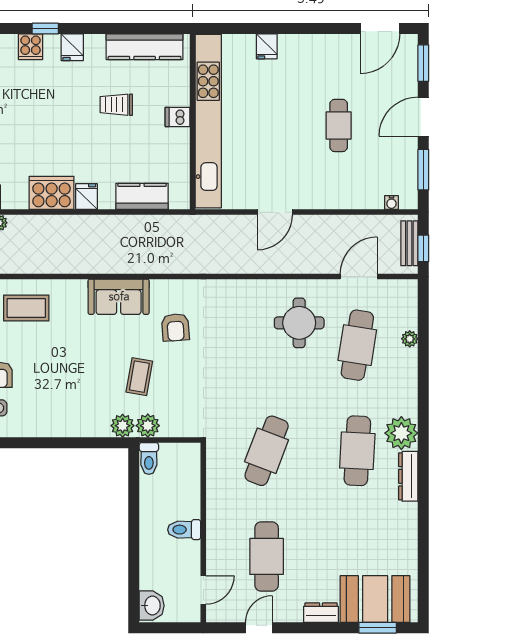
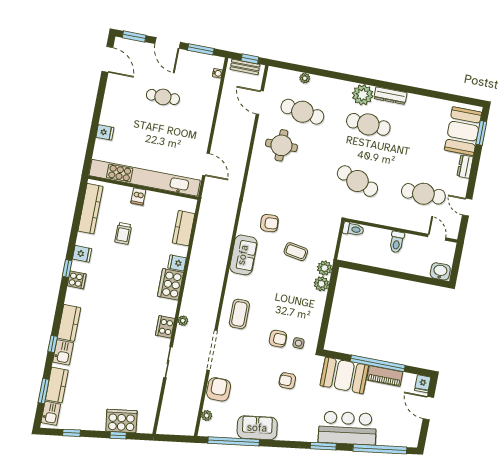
door: (275, 212) -> (206, 164), moved
plant: (148, 426) -> (321, 284), moved
toilet: (149, 458) -> (353, 229), moved

